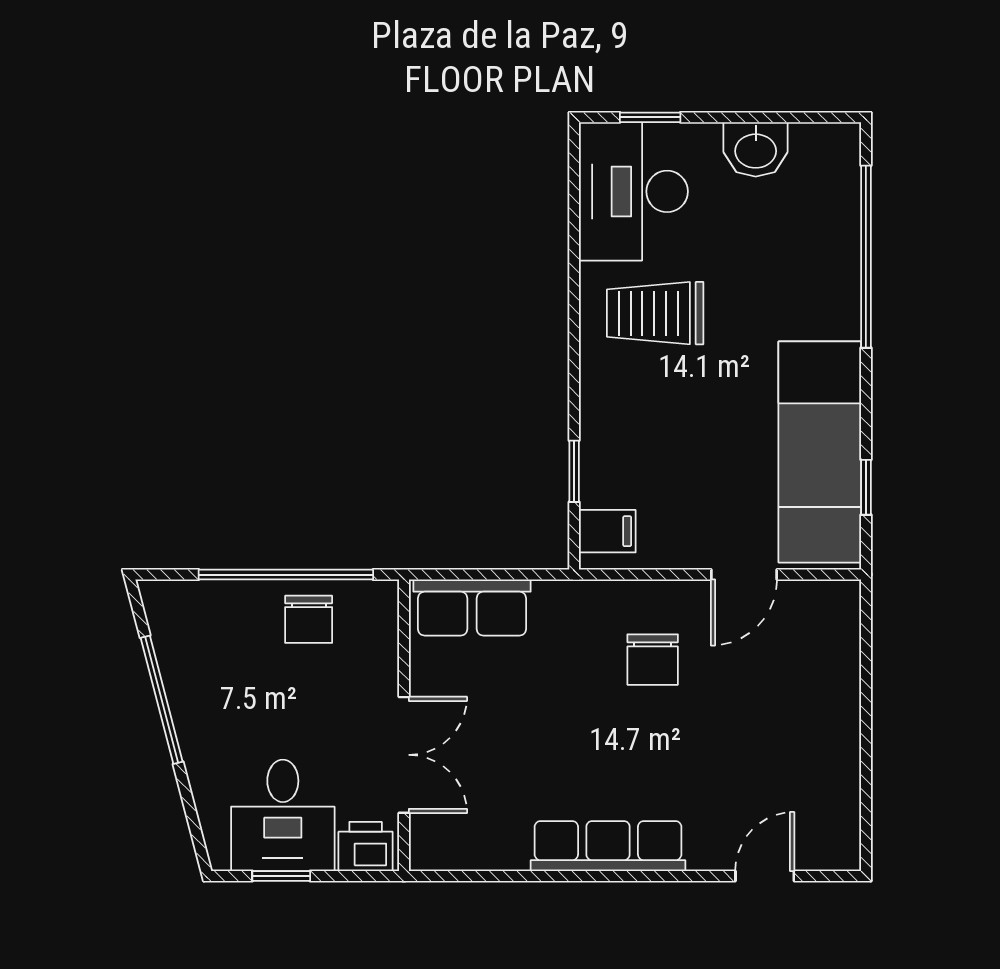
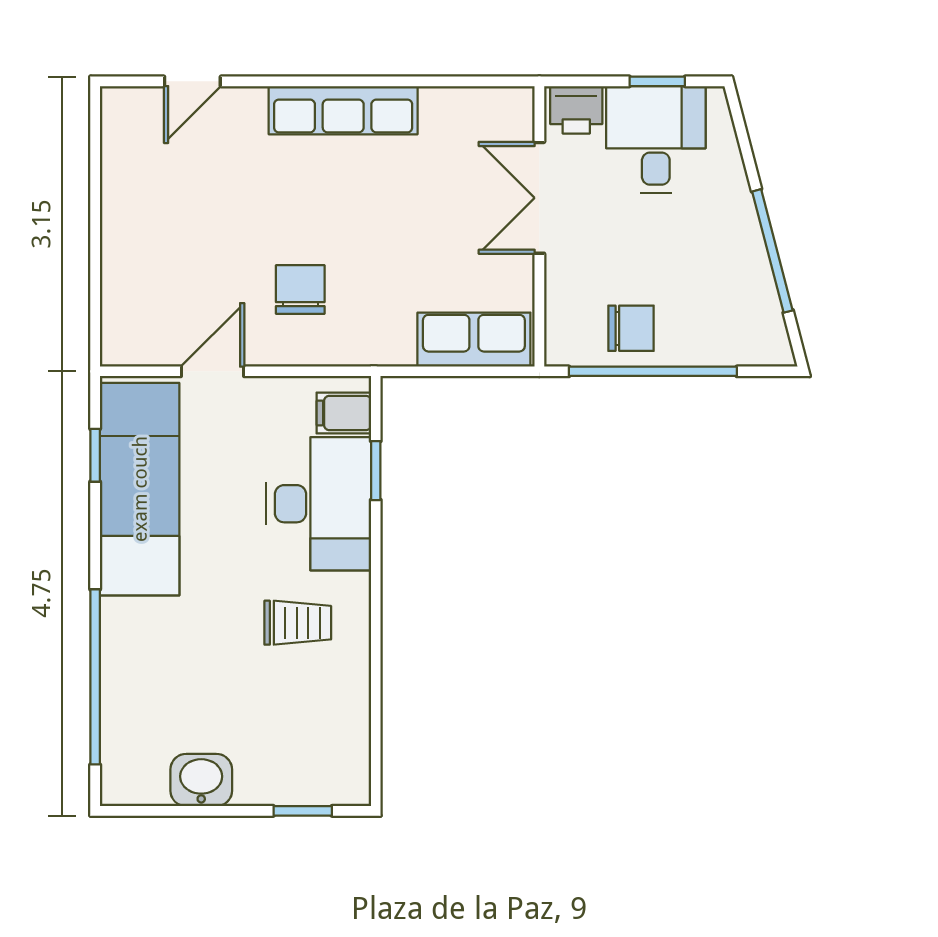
desk: (633, 191) -> (319, 504), moved
trolley: (655, 313) -> (298, 623), width x0.73, depth x0.72
chair: (309, 619) -> (631, 328), turned 90

